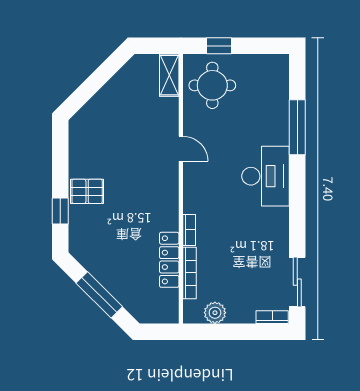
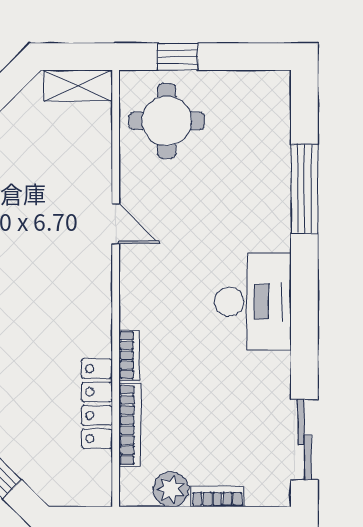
shelving: (169, 75) -> (78, 85), moved, turned 90
desk: (265, 176) -> (253, 302), moved
bookcase: (272, 317) -> (217, 497), moved

